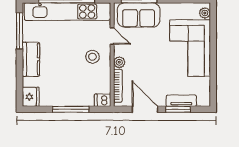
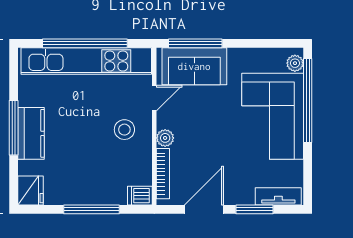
window: (20, 31) -> (14, 128), moved
door: (112, 36) -> (154, 98), hinge flipped
window: (213, 38) -> (308, 101), added
tv unit: (181, 101) -> (278, 196), moved
door: (145, 109) -> (204, 209), hinge flipped

